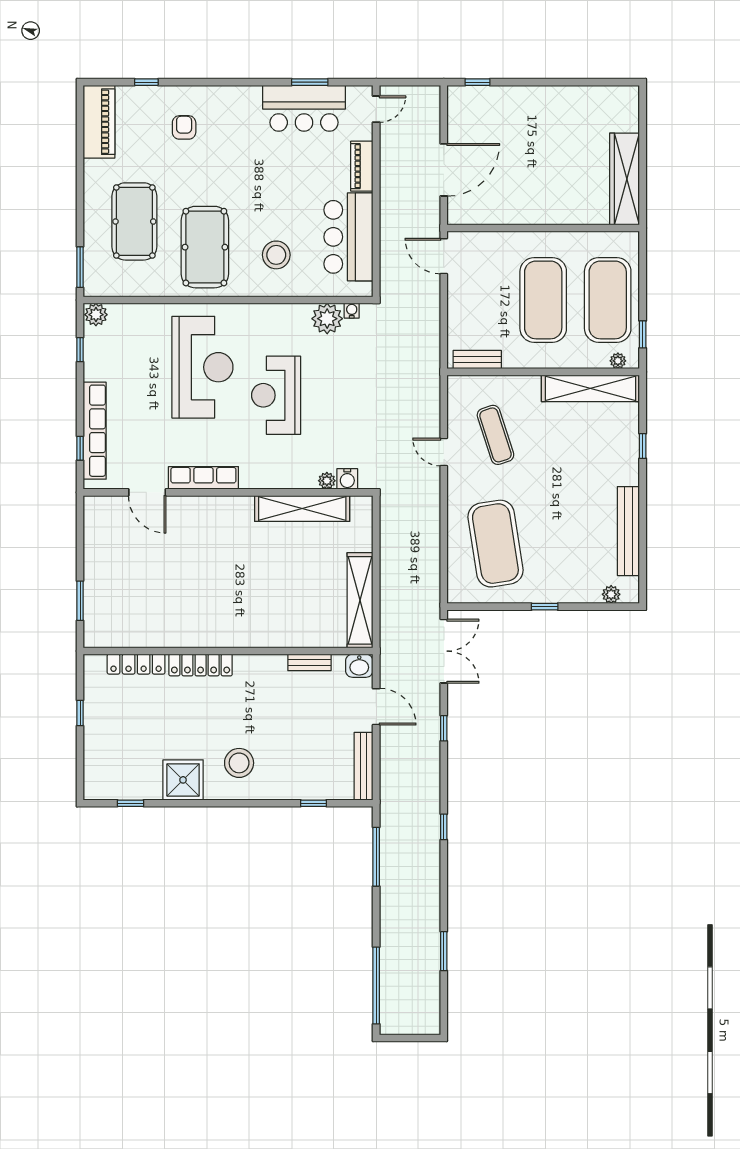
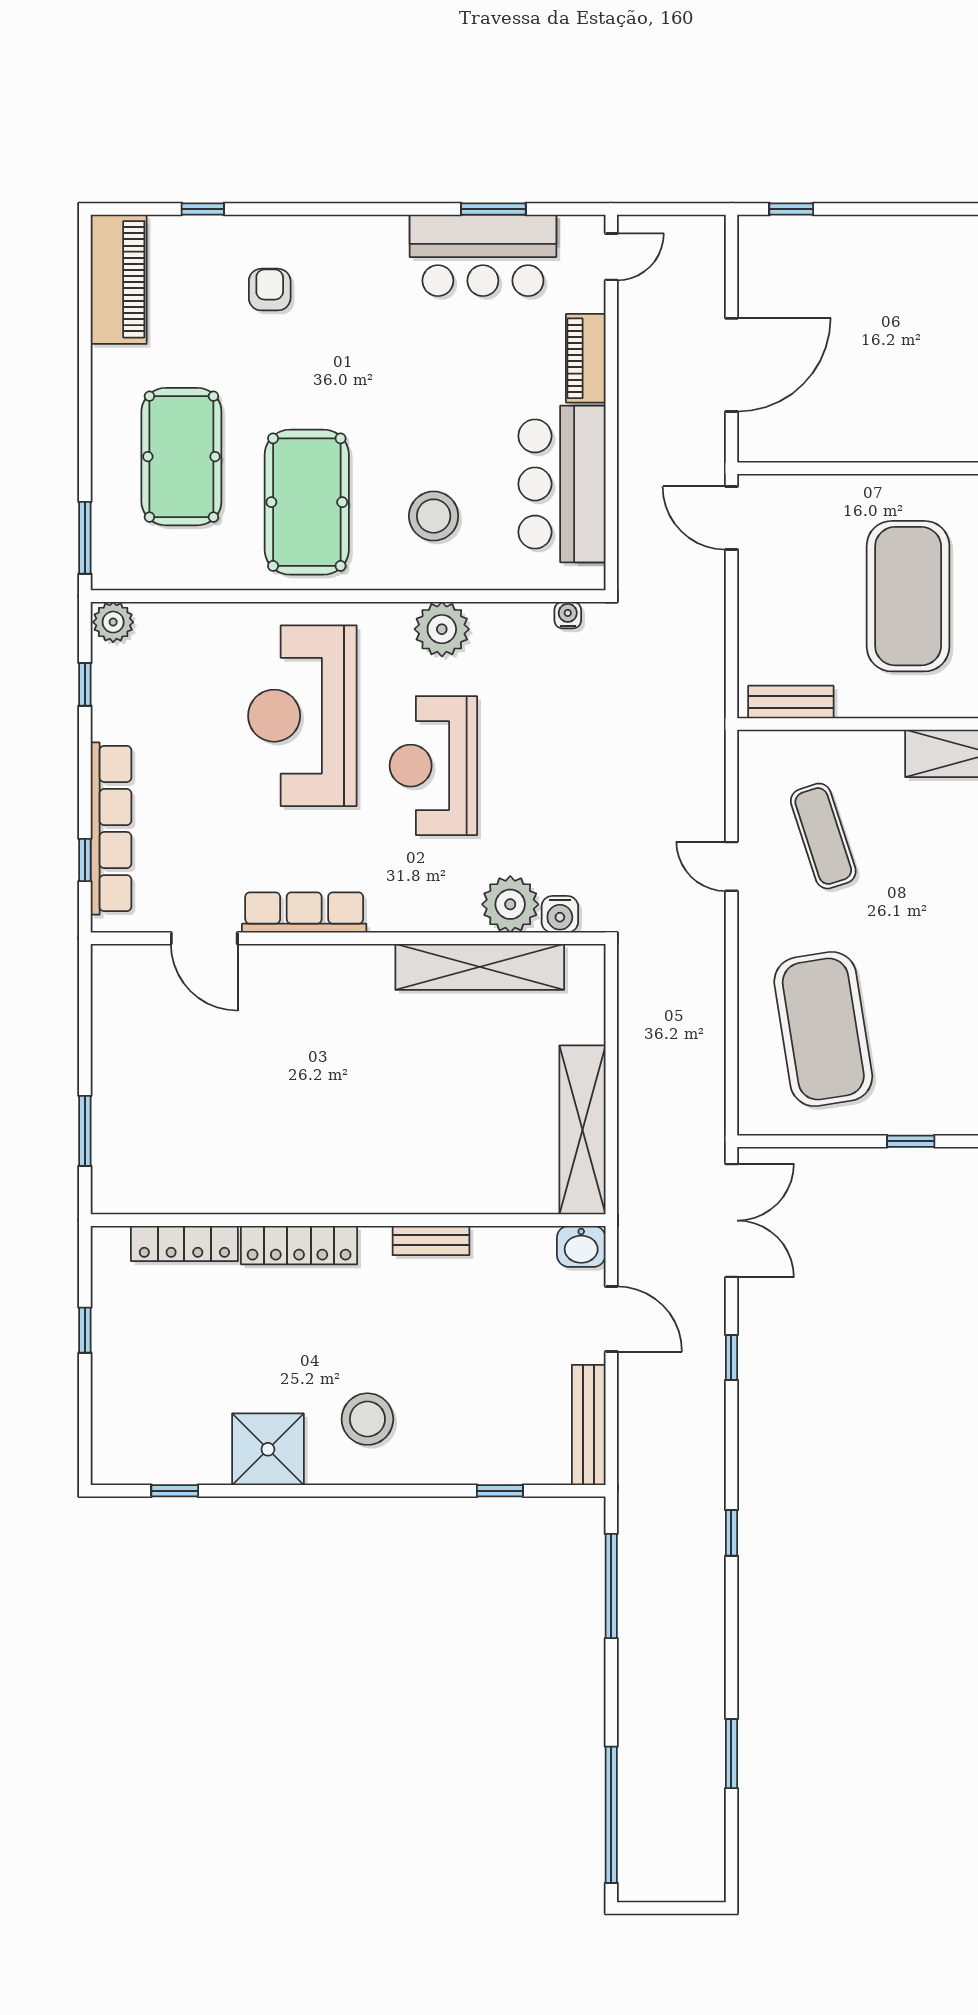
plant: (327, 319) -> (442, 629), moved
reception desk: (202, 367) -> (302, 716), turned 180
plant: (327, 481) -> (510, 904), width x1.87, depth x1.87
bench: (309, 662) -> (431, 1240), moved

